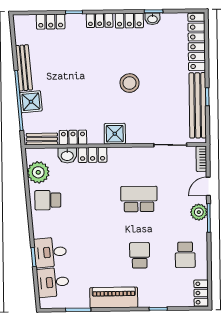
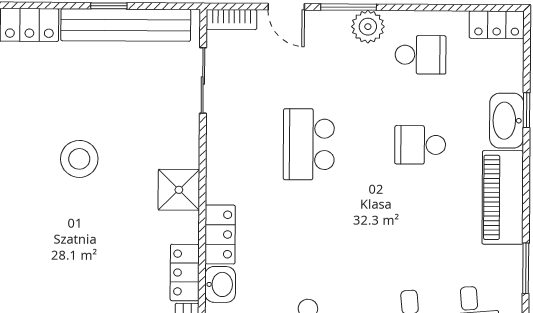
plant: (199, 212) -> (368, 27), moved
washbasin: (153, 299) -> (507, 121), added

